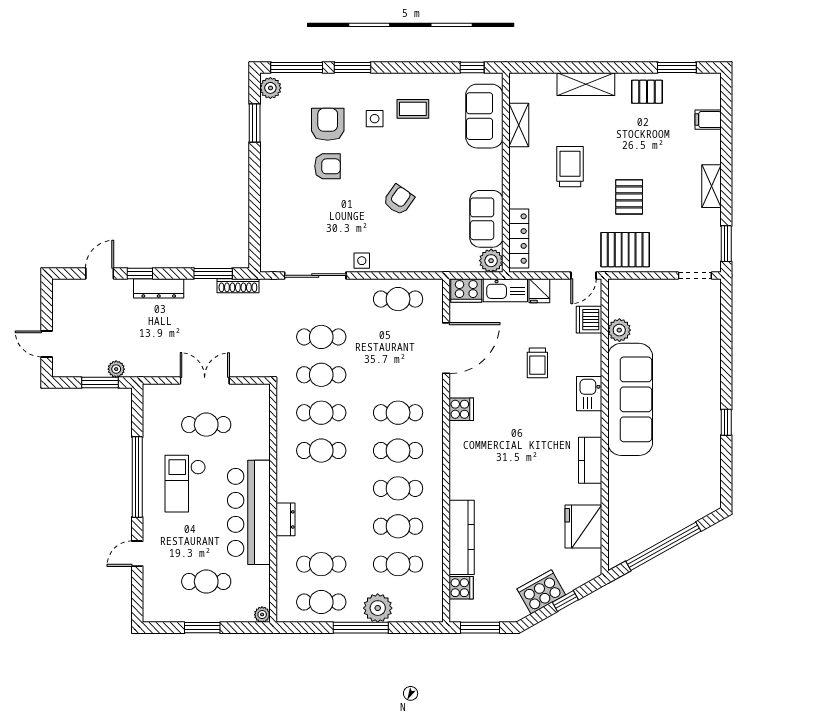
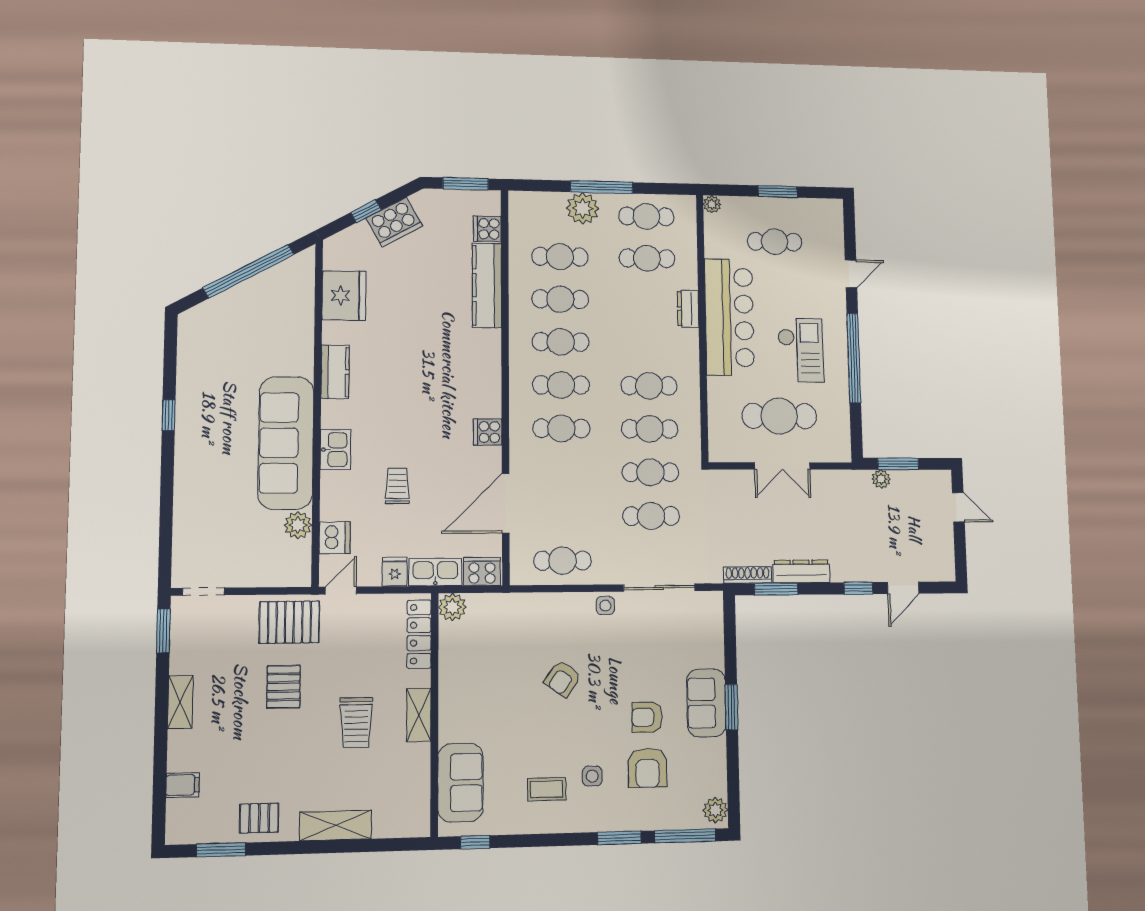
window: (255, 123) -> (731, 707), moved
shelving: (519, 125) -> (419, 715), moved
sofa: (486, 219) -> (706, 703), moved, turned 180
dresser: (159, 288) -> (801, 571), moved
cafe table: (206, 425) -> (779, 416), width x1.37, depth x1.35

